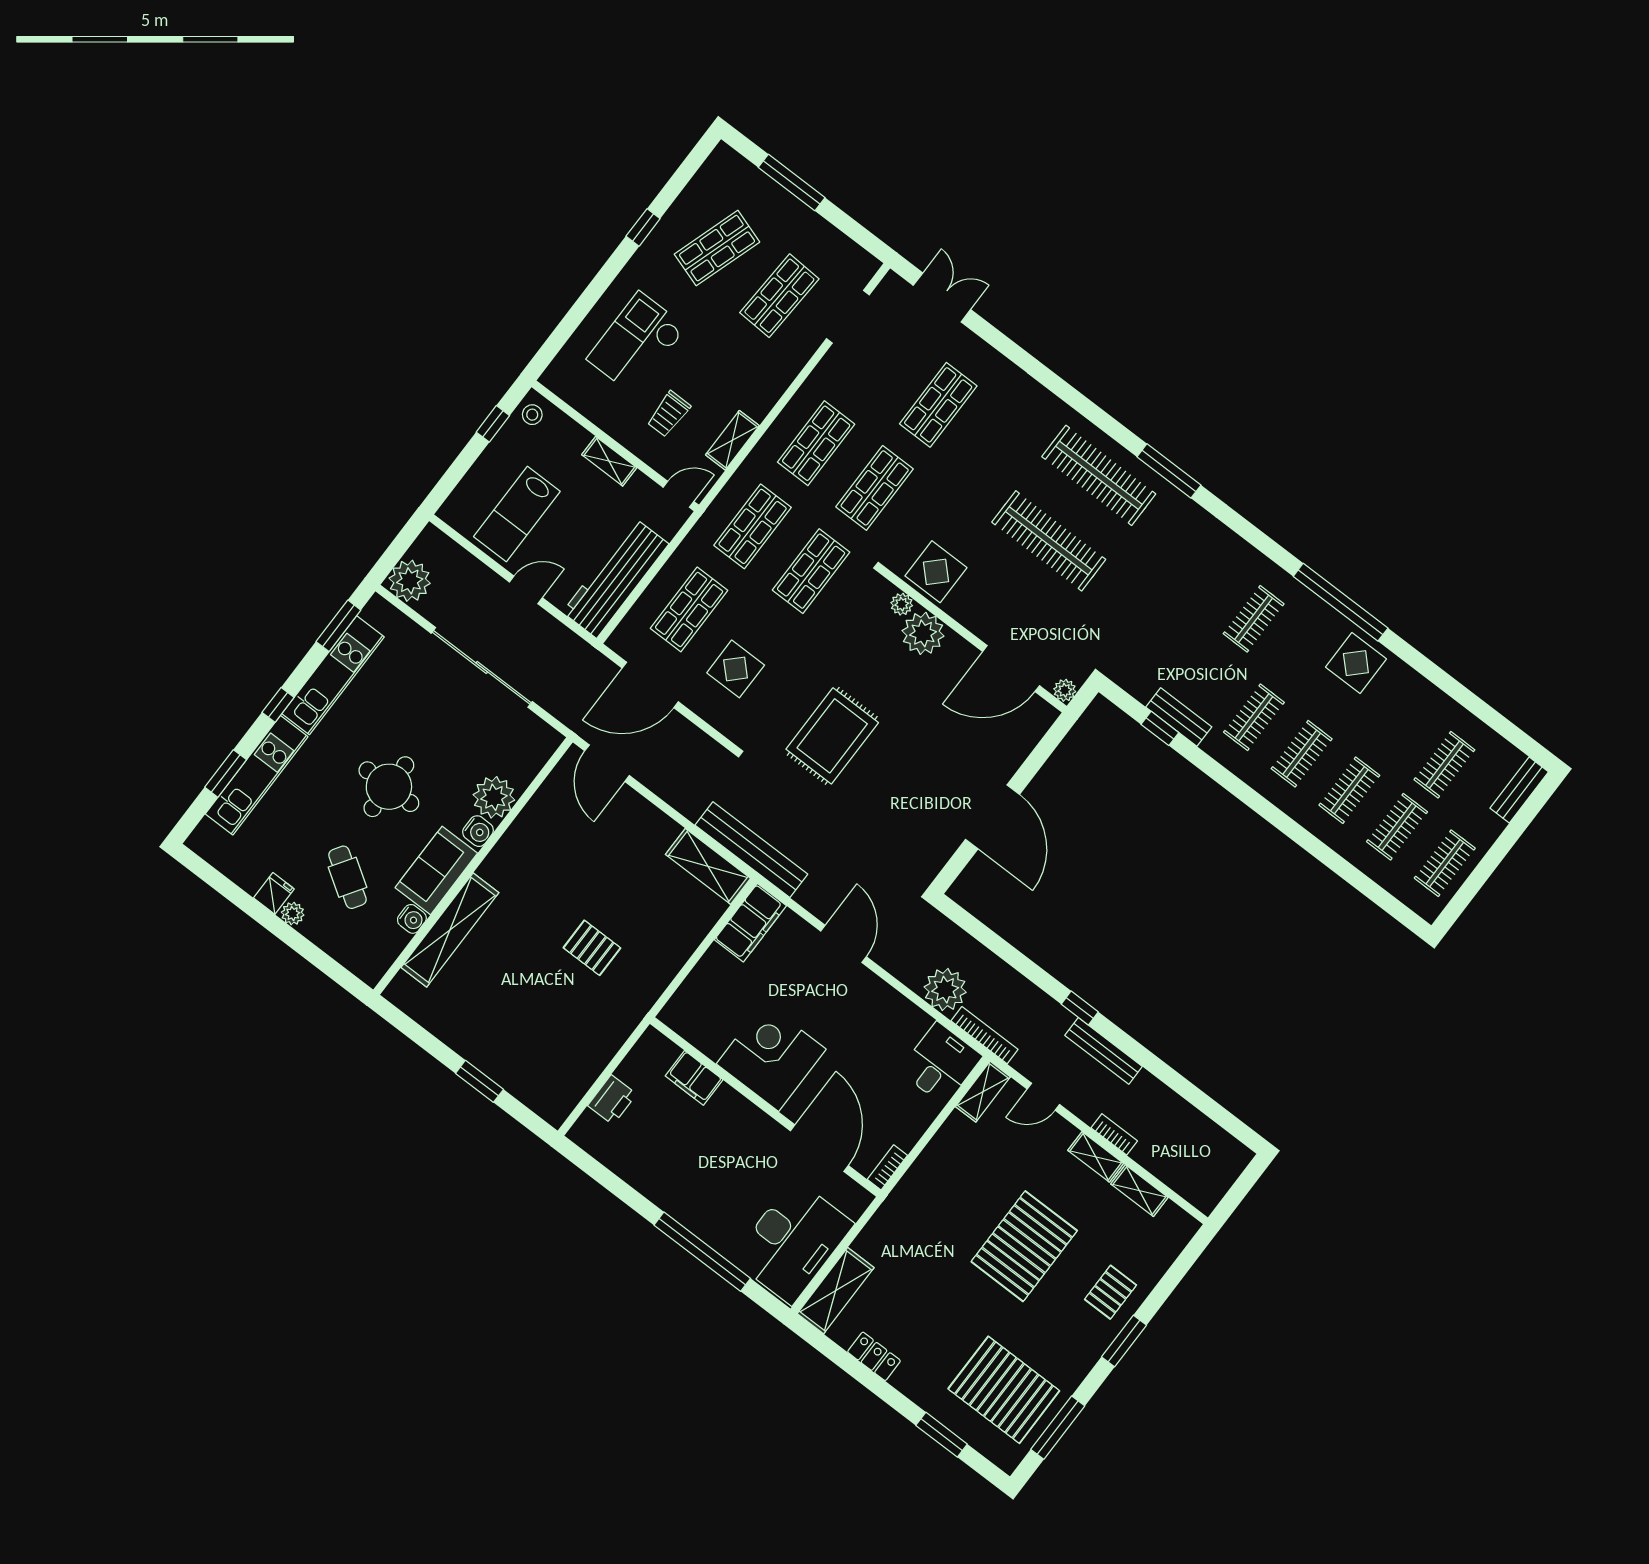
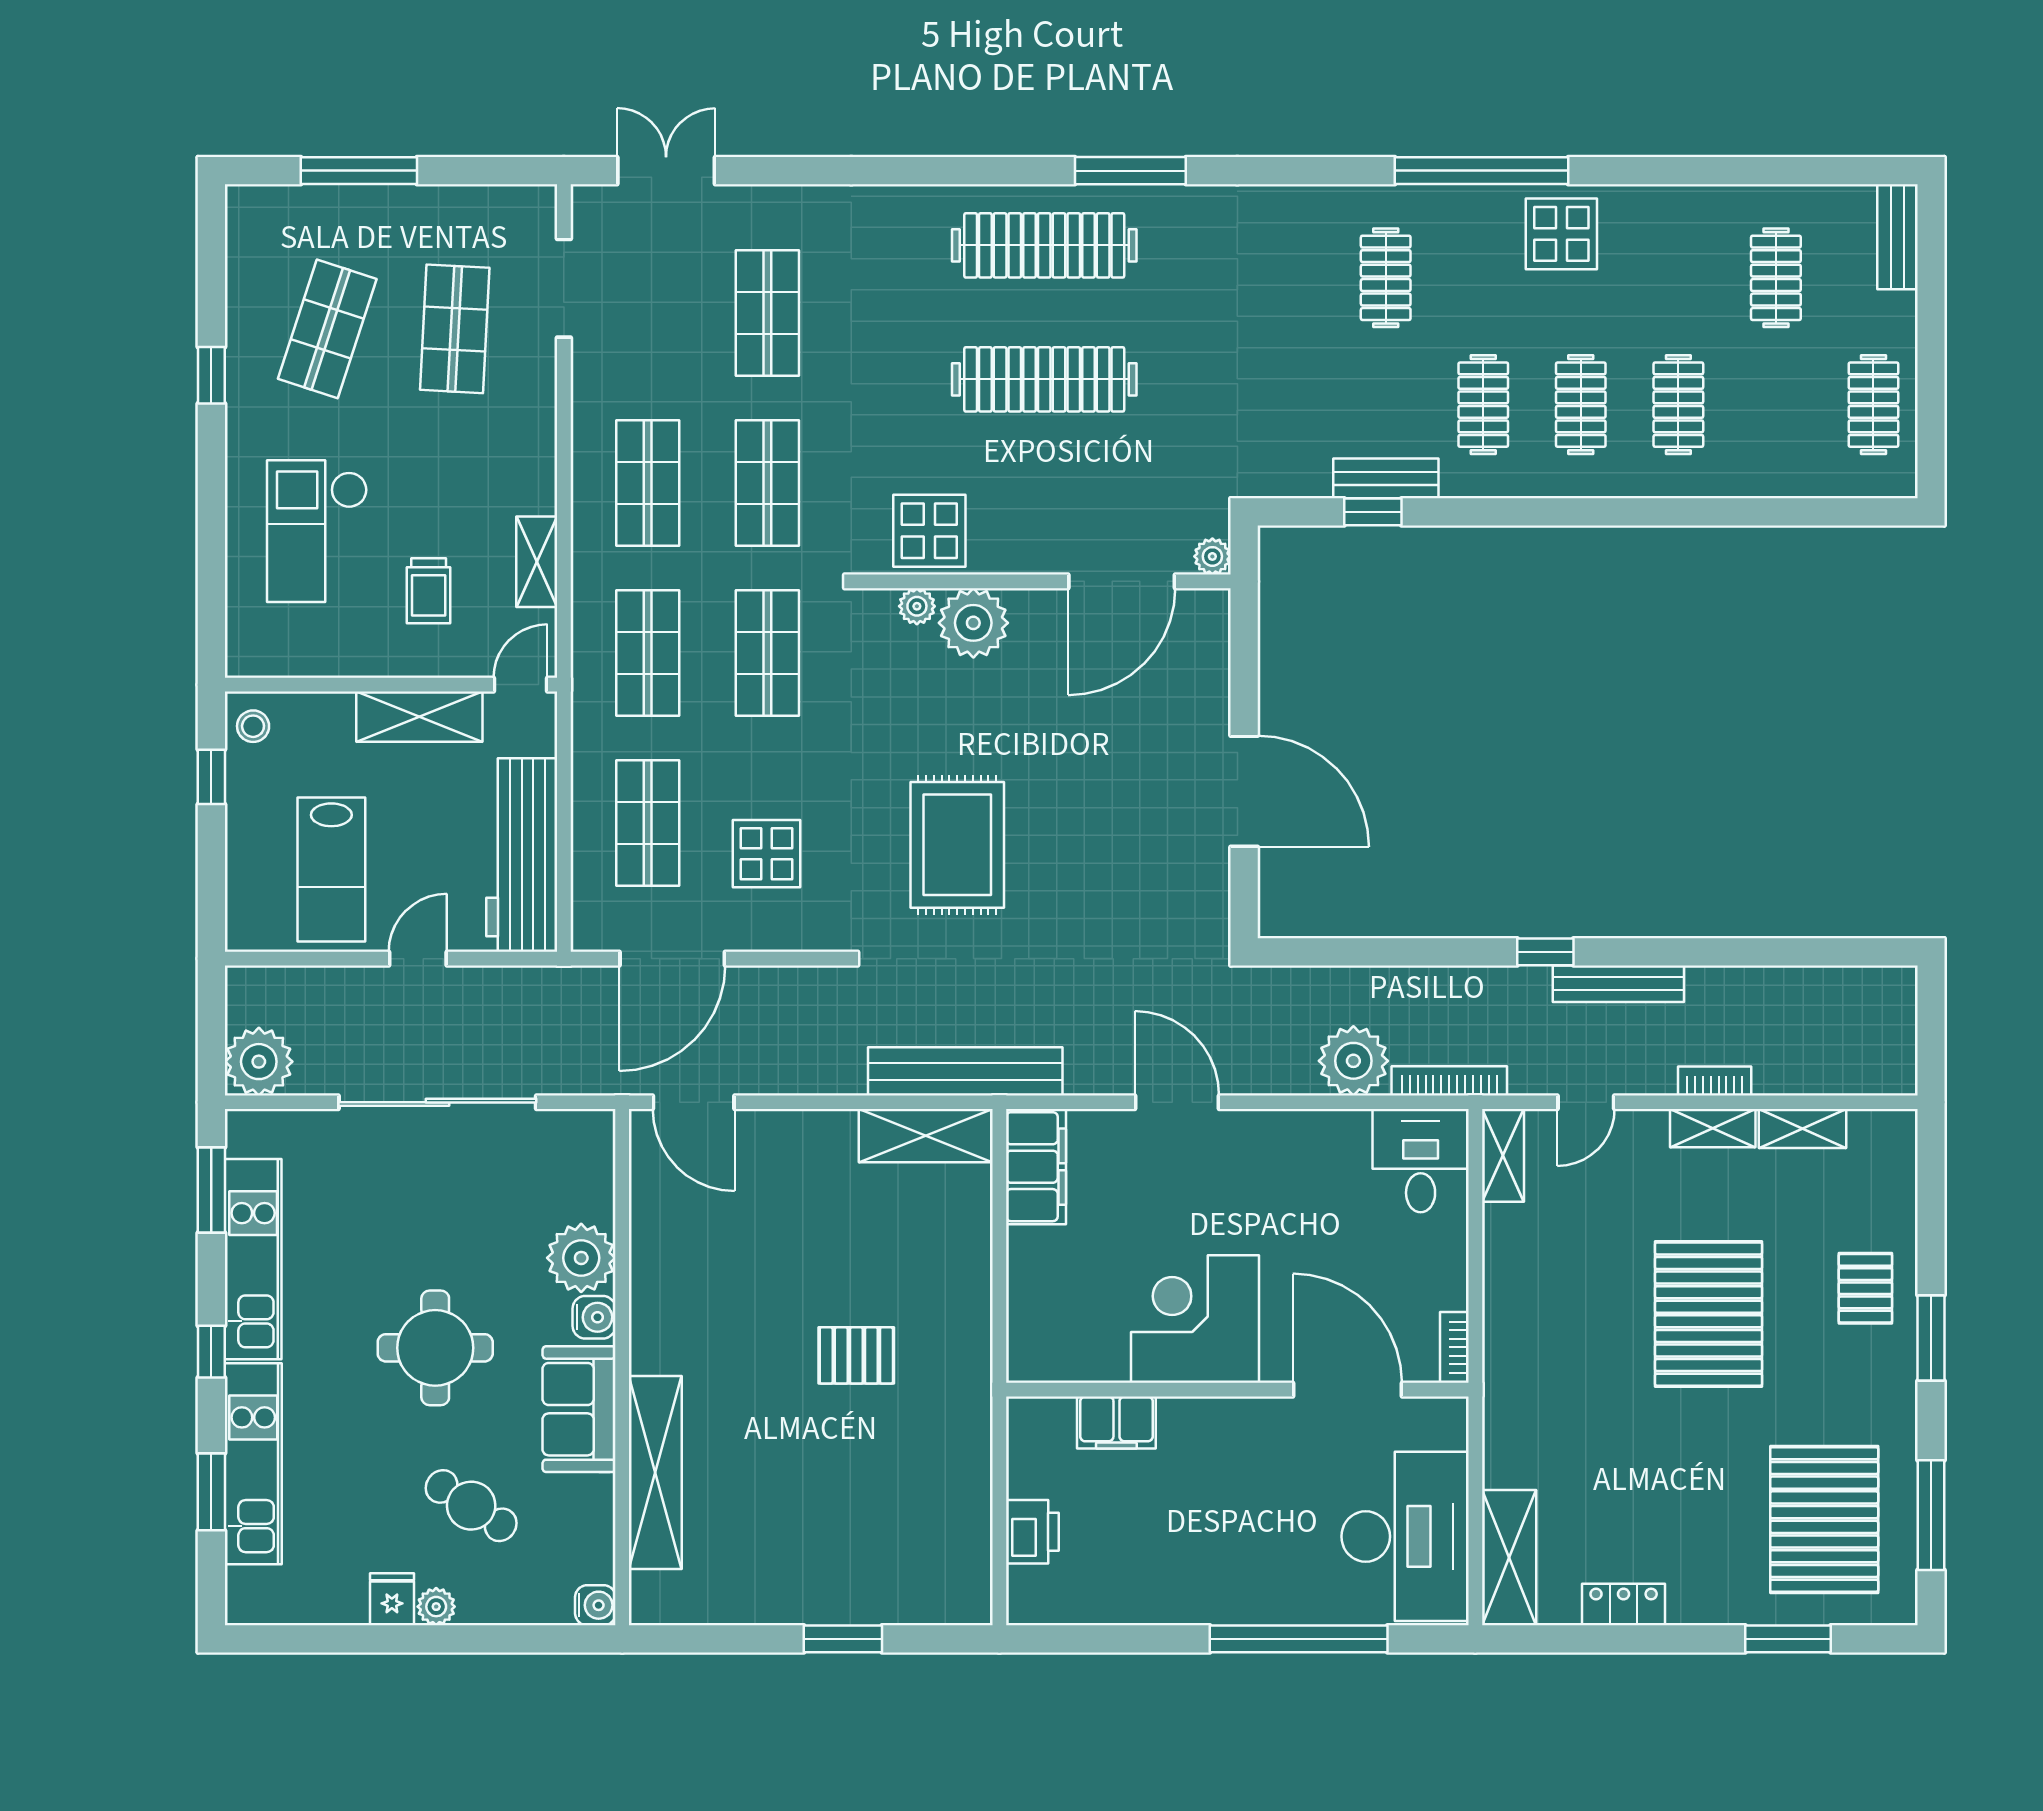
shelving: (609, 461) -> (419, 717), width x1.50, depth x1.33
clothes rail: (1397, 827) -> (1776, 405), removed
water cooler: (412, 919) -> (595, 1605), moved
pallet: (1004, 1390) -> (1824, 1519), turned 90

